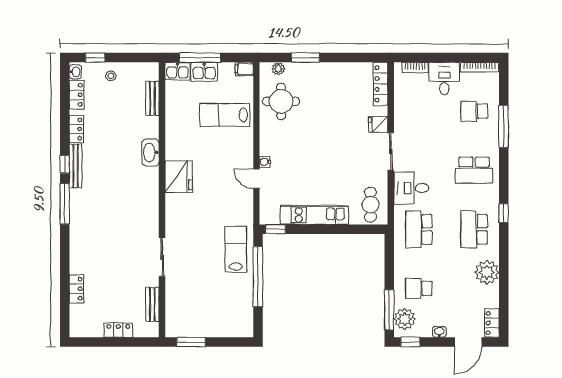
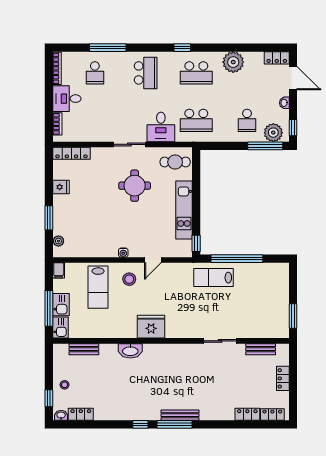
round table: (281, 101) -> (135, 186), moved
fridge: (378, 124) -> (61, 187), moved, turned -90
locker: (76, 129) -> (272, 415), moved
stool: (234, 151) -> (129, 279), added
water cooler: (265, 162) -> (123, 253), moved
bench: (75, 166) -> (180, 415), moved

